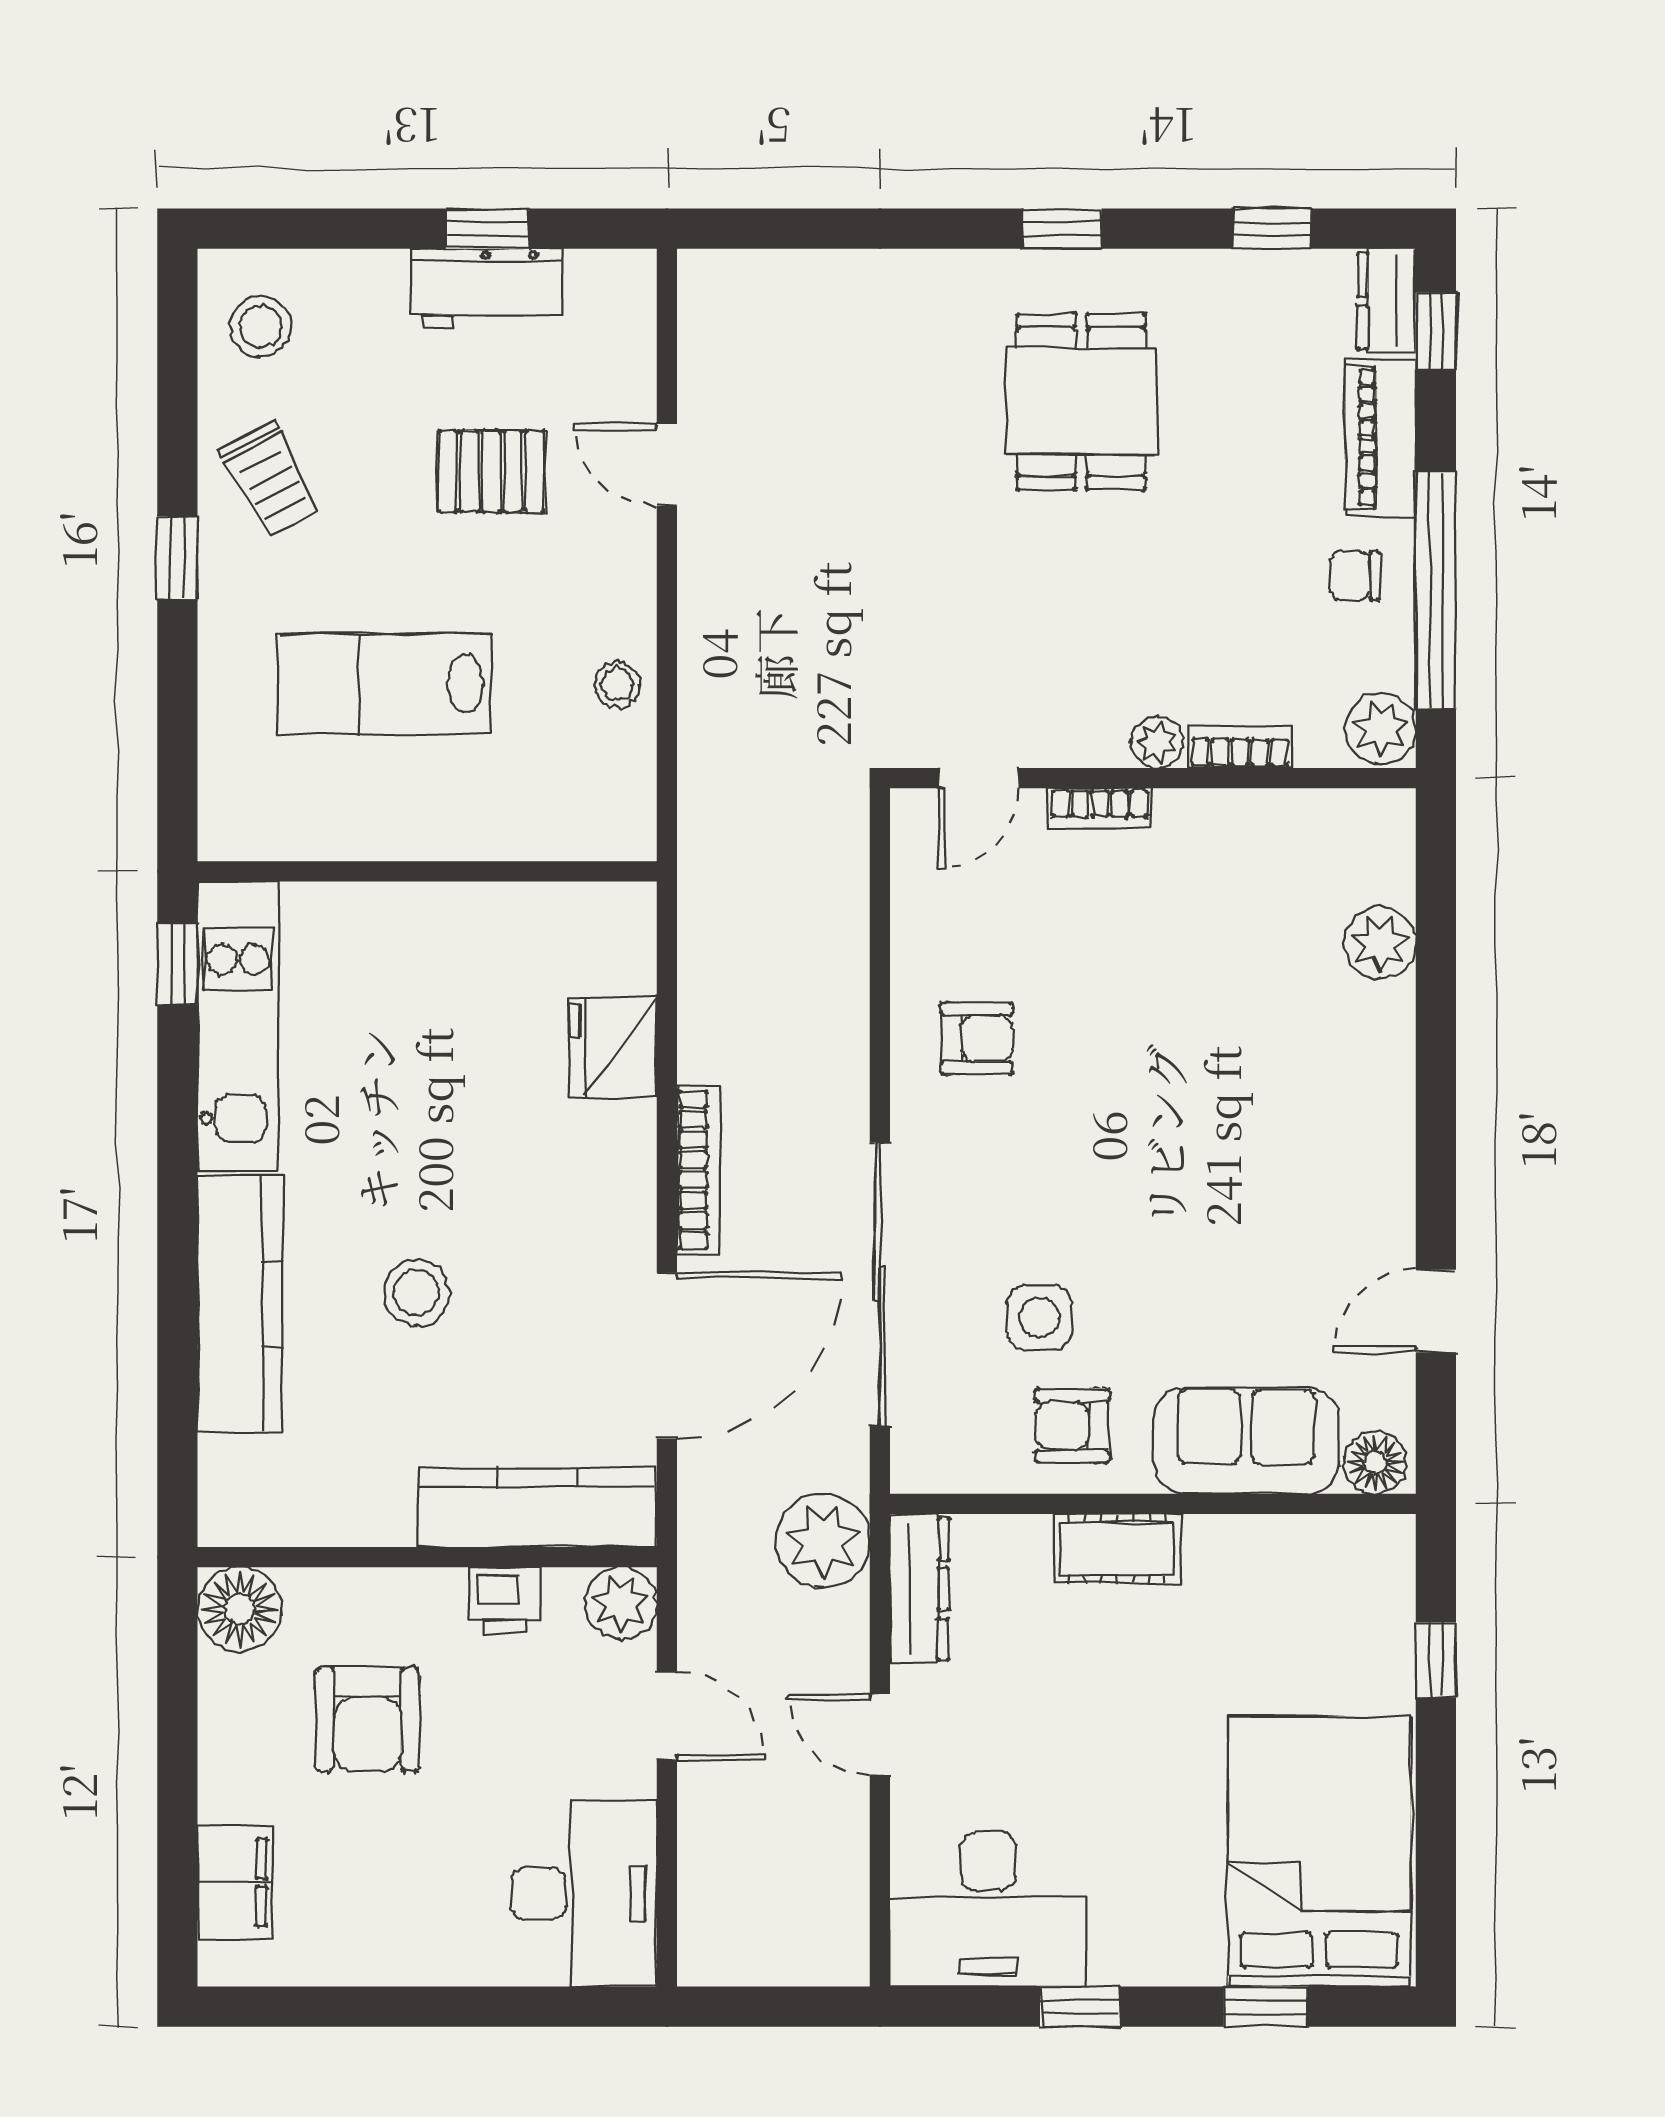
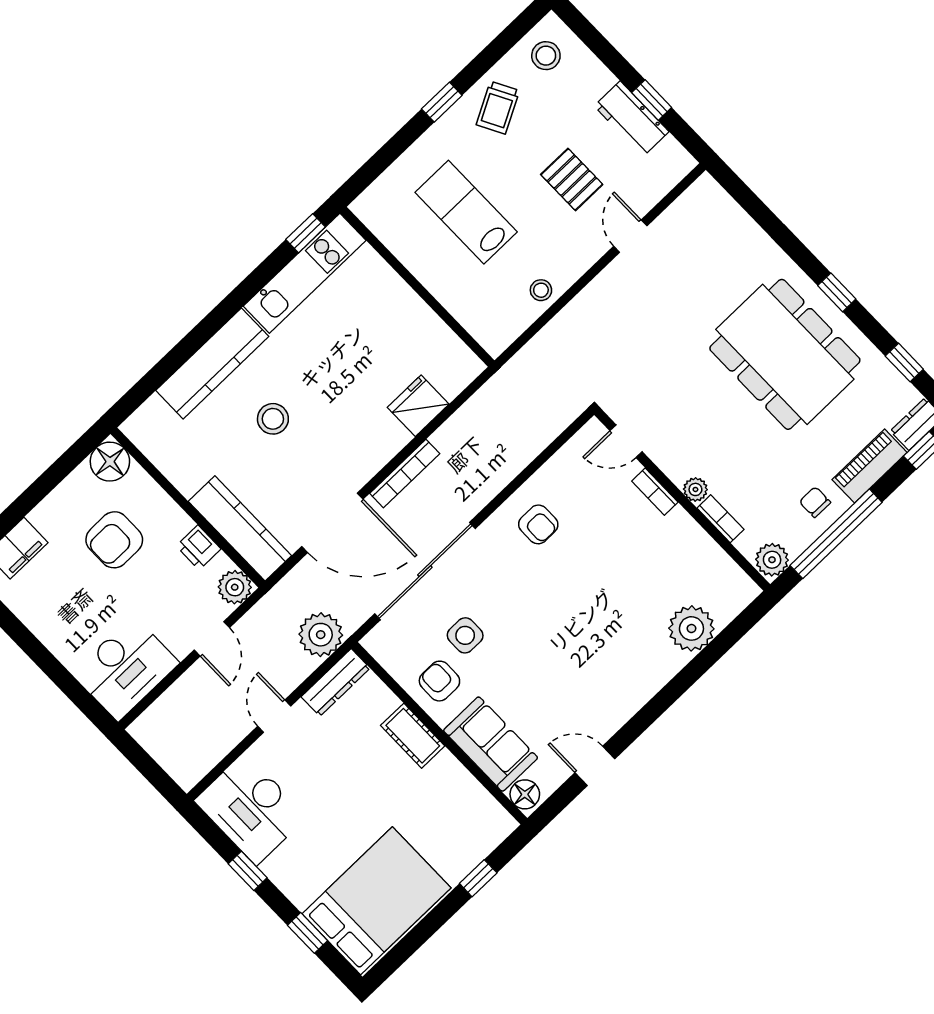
dining table: (1081, 402) -> (785, 354), width x1.87, depth x1.24
plant: (1380, 943) -> (691, 628), width x1.36, depth x1.36

